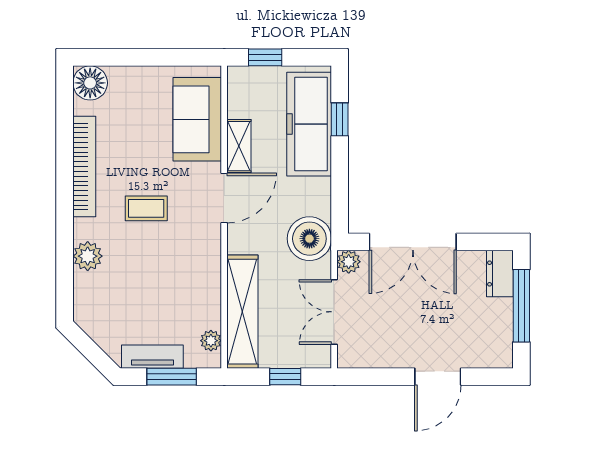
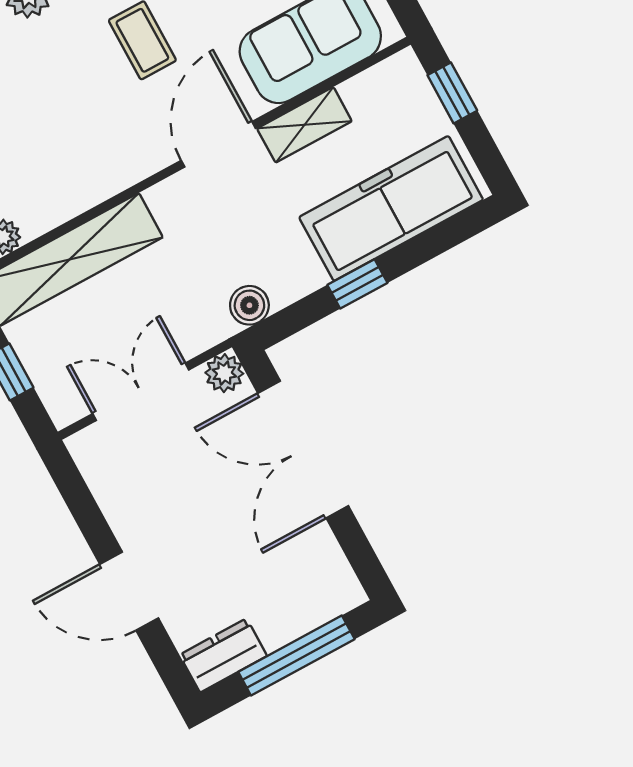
window: (340, 119) -> (357, 284), moved
door: (224, 198) -> (218, 144), swing flipped
boiler: (309, 239) -> (249, 305), width x0.54, depth x0.54
dresser: (500, 273) -> (223, 655), moved

